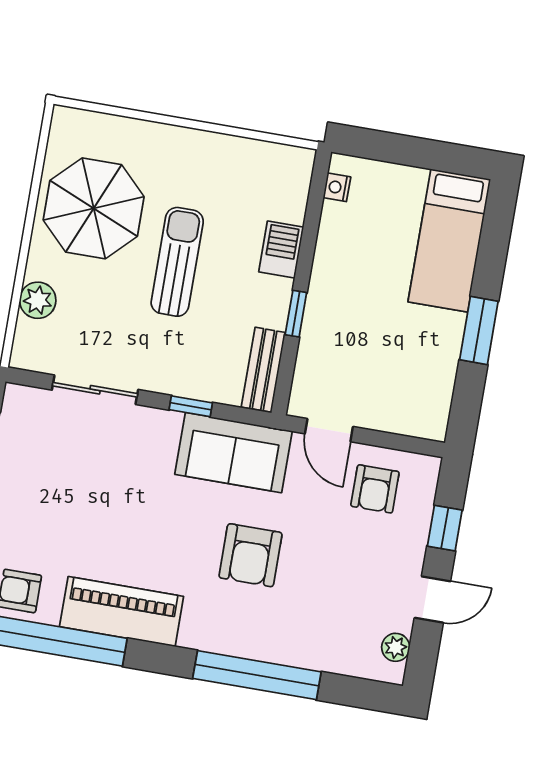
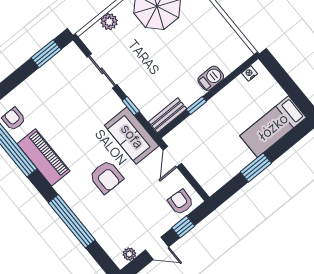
sun lounger: (177, 262) -> (170, 51), removed
armchair: (375, 489) -> (181, 202), moved, turned 94
armchair: (251, 555) -> (106, 177), turned -90

